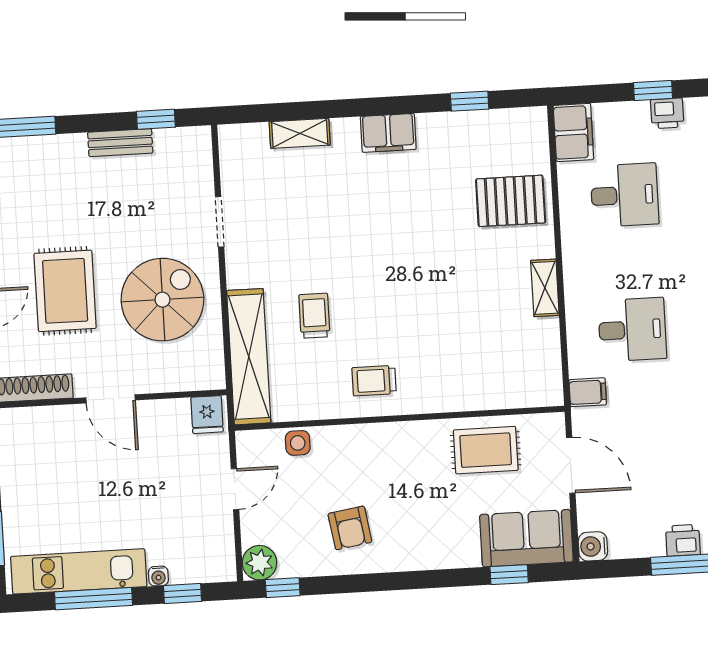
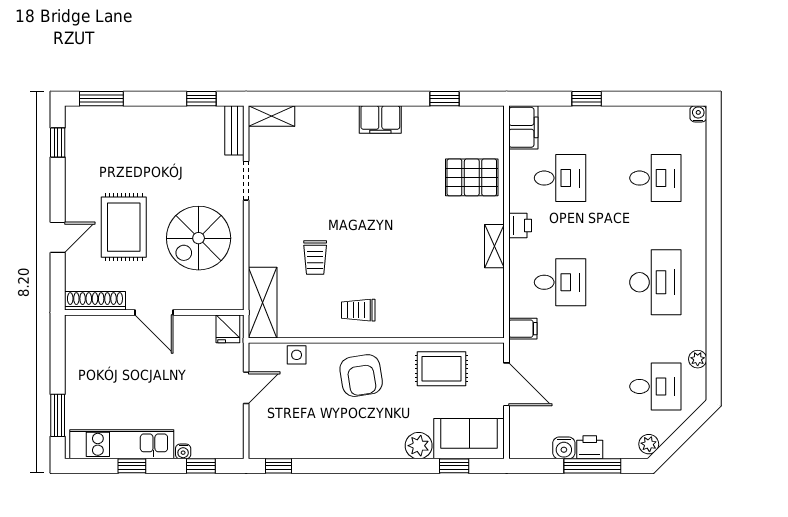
printer: (667, 113) -> (520, 226), moved, turned -90
shelving: (300, 133) -> (271, 116), moved
bench: (120, 143) -> (234, 130), moved, turned 90
spiral stairs: (162, 300) -> (199, 238), turned 180
trolley: (314, 316) -> (315, 257), turned 180
shelving: (249, 357) -> (263, 303), width x0.68
armchair: (350, 528) -> (361, 376), moved, width x1.38, depth x1.38
water cooler: (593, 546) -> (564, 448), moved, turned -90
plant: (260, 563) -> (419, 446), moved
window: (93, 599) -> (132, 466), width x0.46

